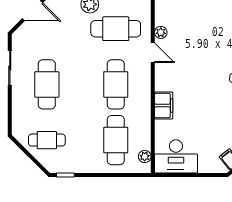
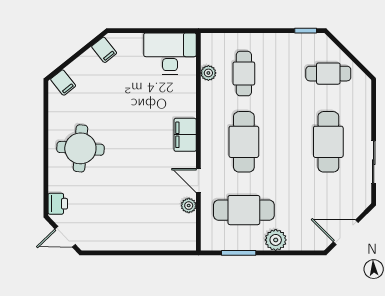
filing cabinet: (164, 105) -> (185, 135), moved
cafe table: (116, 140) -> (244, 74), width x0.73, depth x0.74
plant: (145, 156) -> (208, 73), moved

